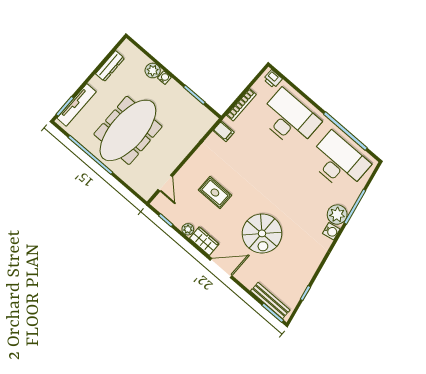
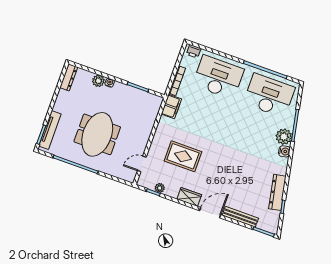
dresser: (110, 66) -> (69, 77), moved
meeting table: (128, 130) -> (97, 134), width x0.73
filing cabinet: (224, 131) -> (171, 107), width x2.00
door: (165, 183) -> (142, 164), swing flipped
rug: (215, 193) -> (183, 156), width x1.36, depth x1.43
plant: (188, 229) -> (160, 188), moved
spiral stairs: (262, 233) -> (232, 174), removed
dresser: (305, 274) -> (277, 192), added
bench: (270, 301) -> (240, 217), moved

